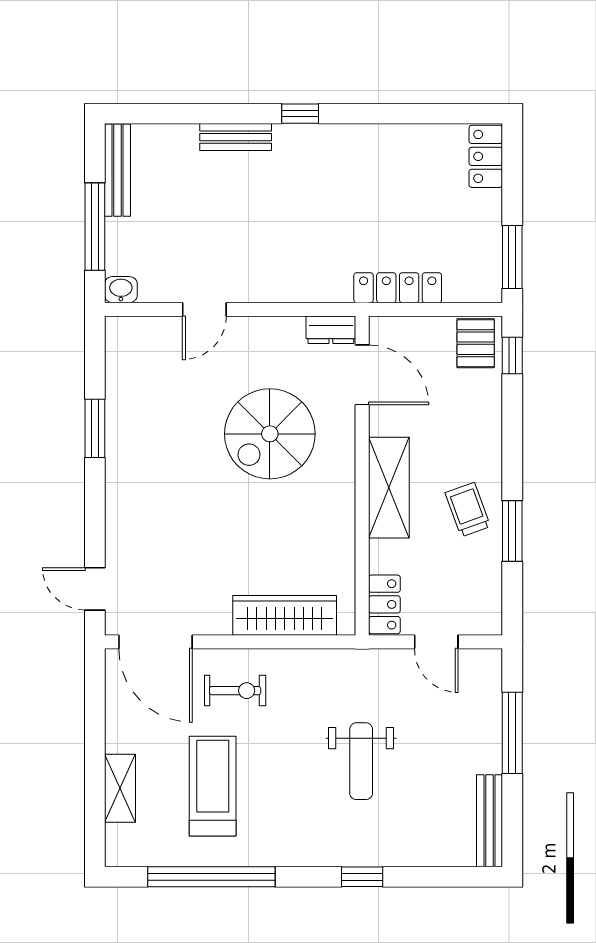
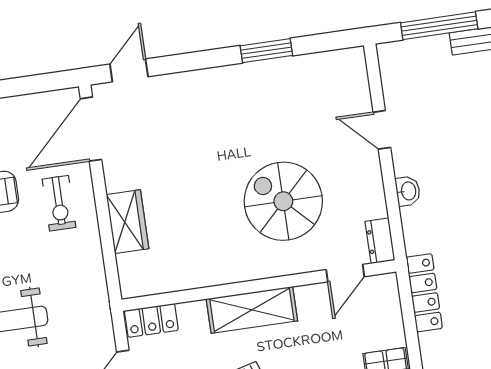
washbasin: (121, 290) -> (408, 191), moved
door: (362, 375) -> (345, 273), width x0.73
wardrobe: (285, 615) -> (127, 222), width x0.67

